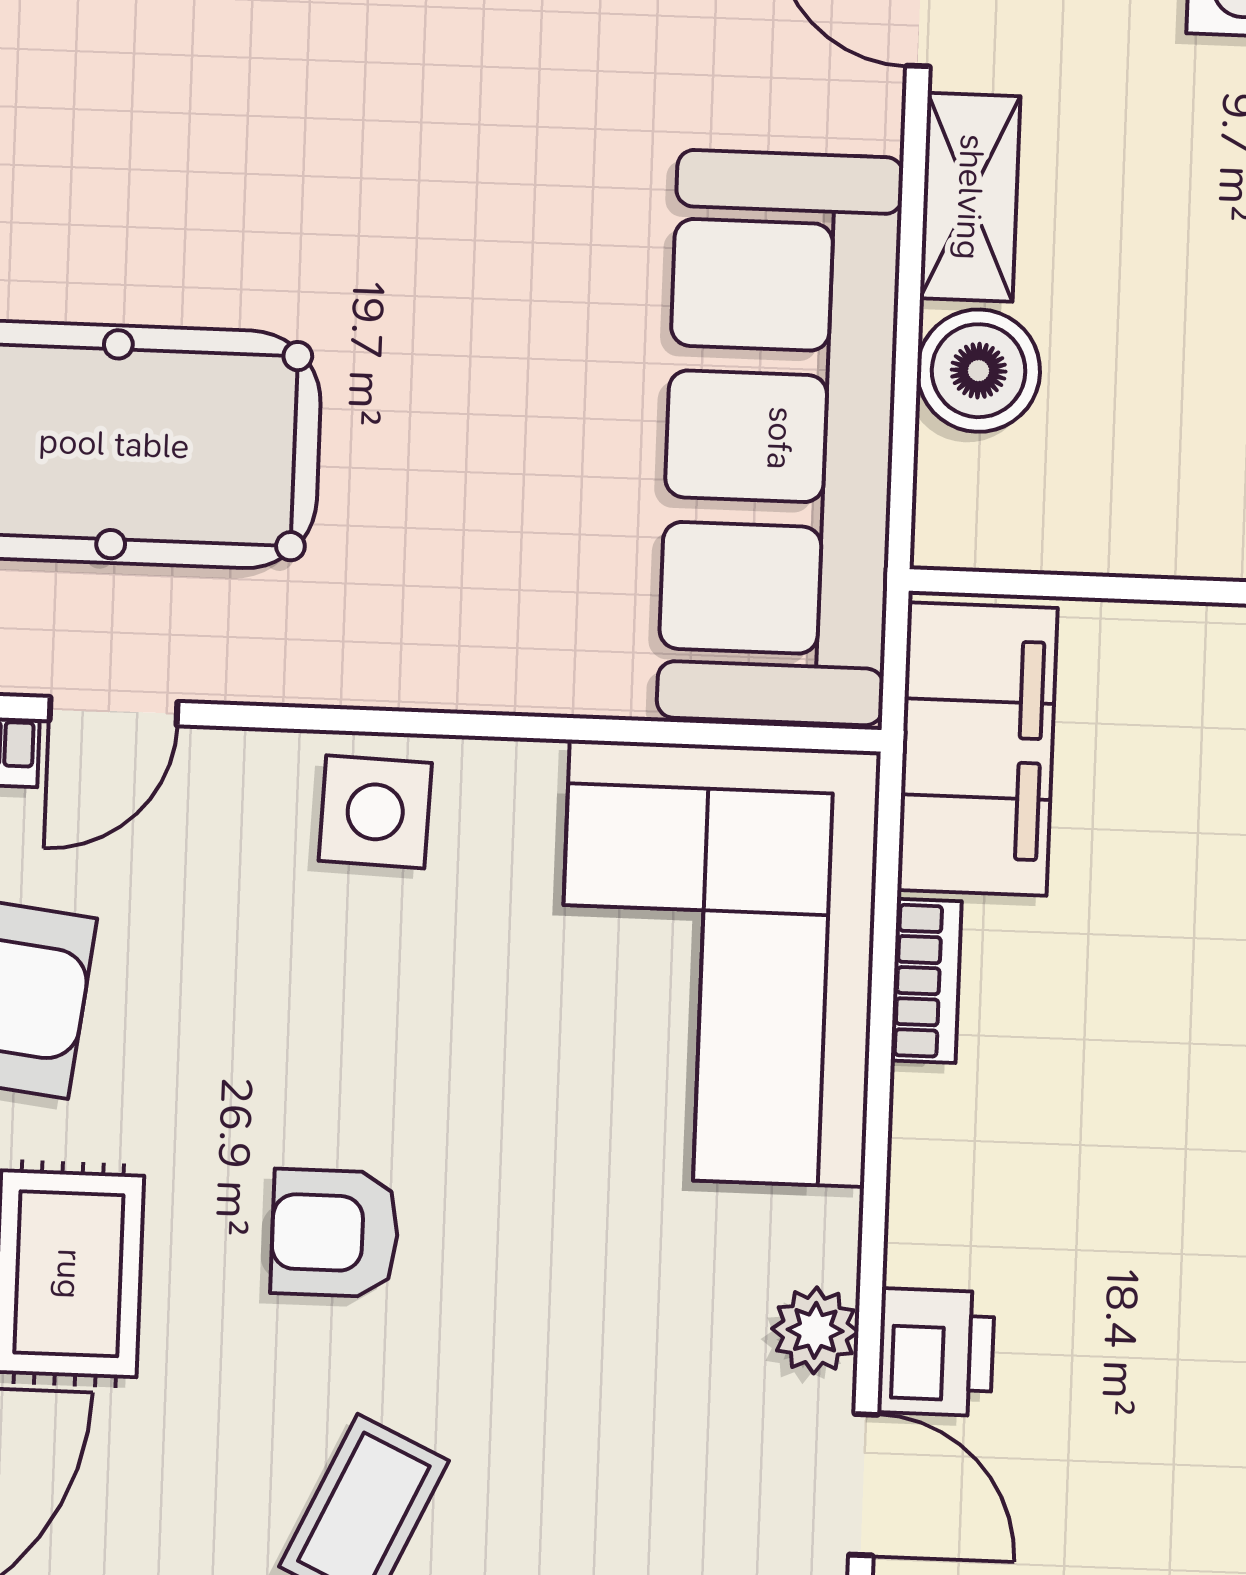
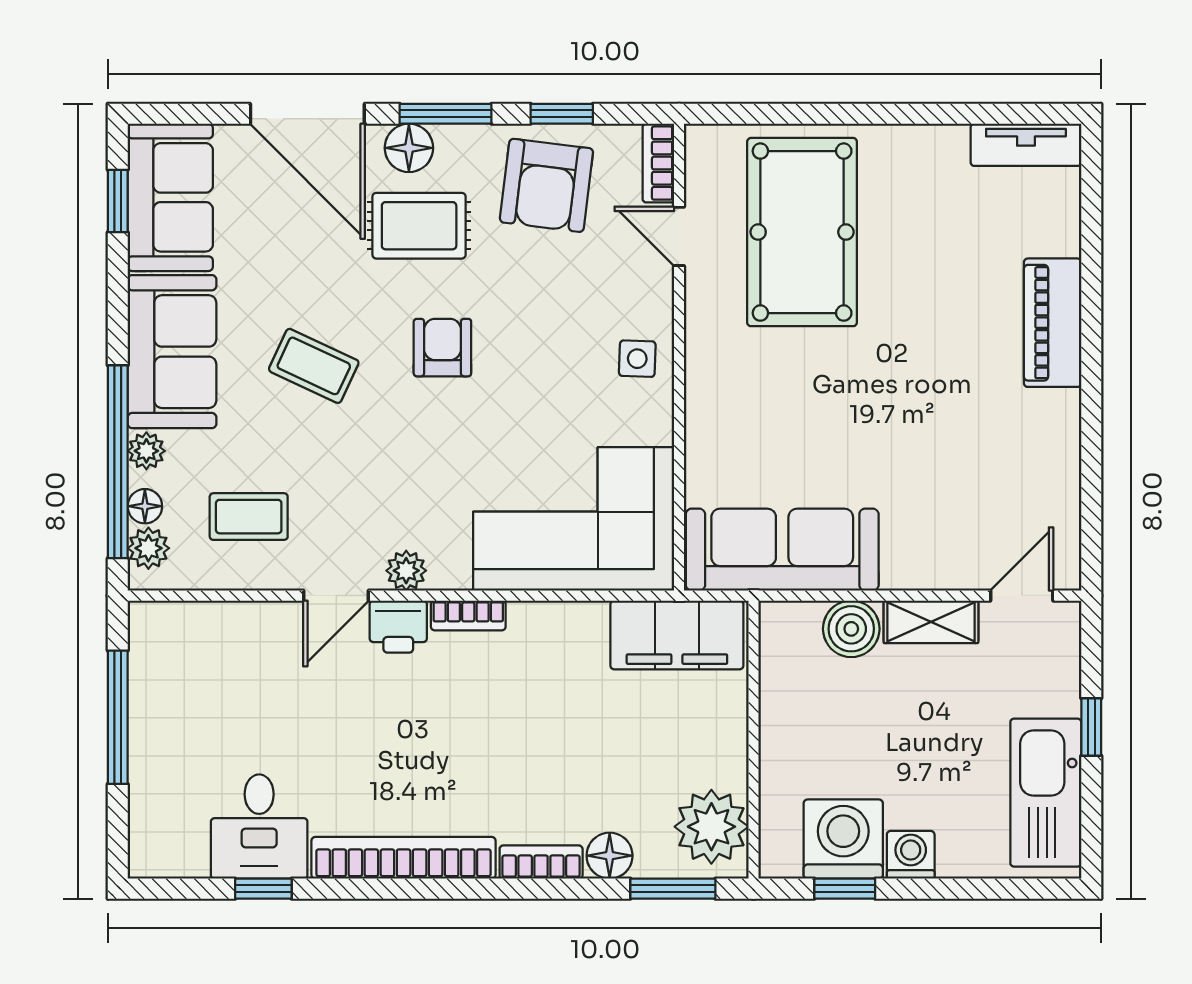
sofa: (780, 438) -> (782, 550), width x0.74, depth x0.79
side table: (375, 812) -> (637, 359), width x0.73, depth x0.73
bookcase: (926, 981) -> (468, 615), moved

